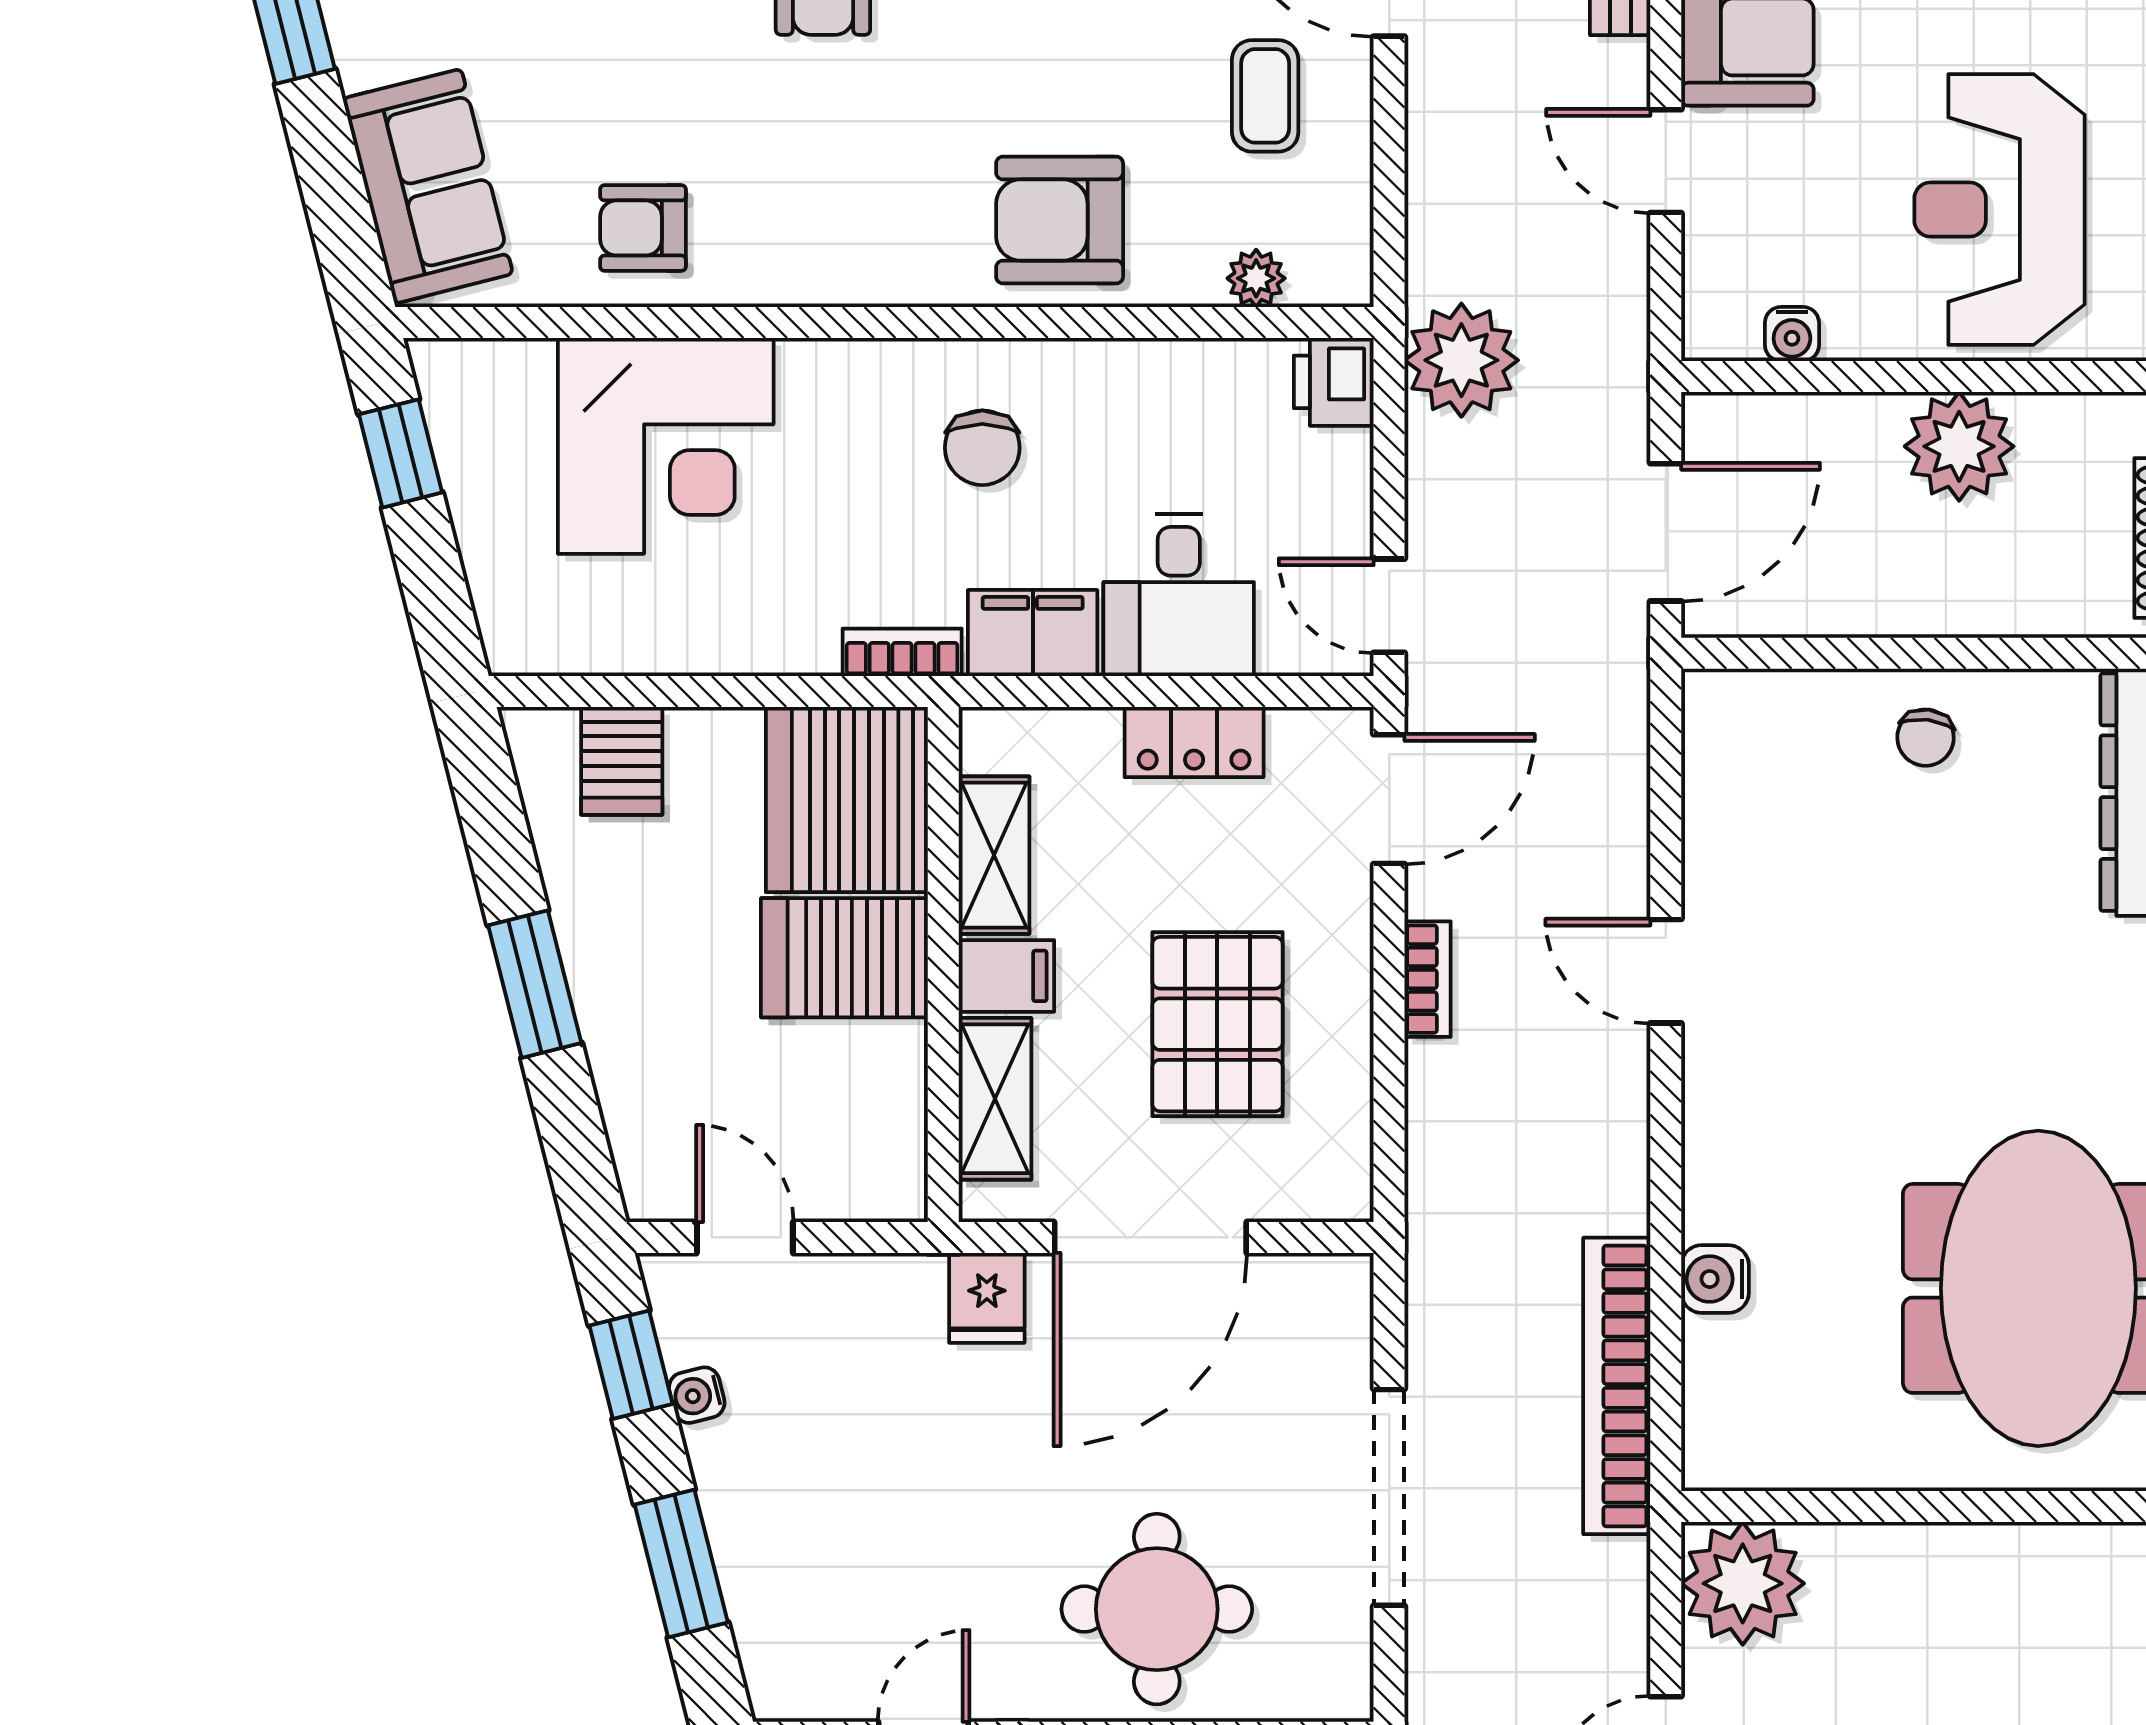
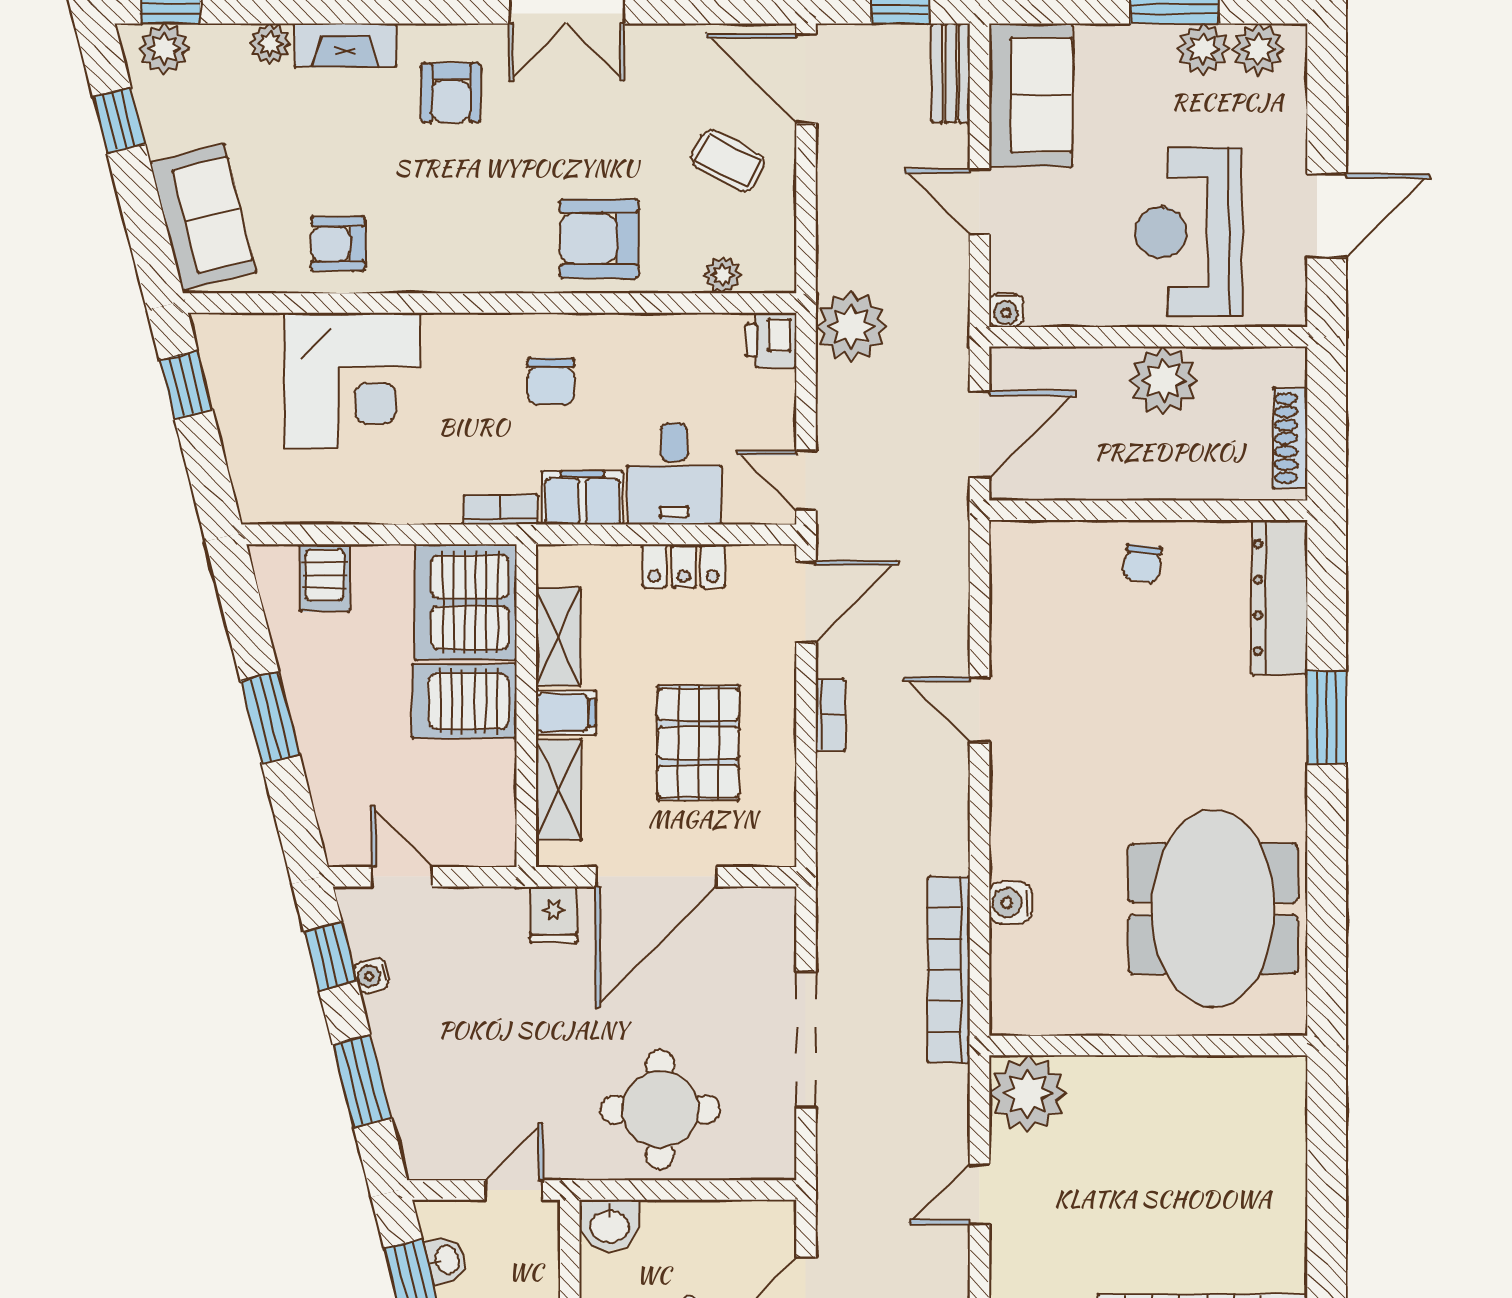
coffee table: (1265, 96) -> (728, 161), turned -62
water cooler: (1792, 334) -> (1006, 310), moved

